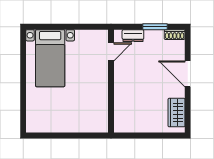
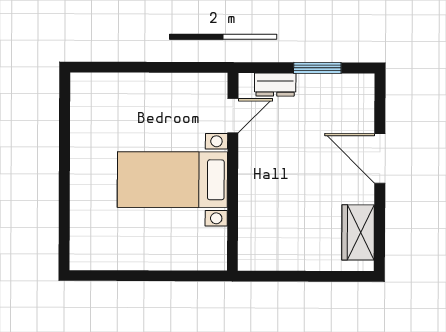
shoe rack: (175, 35) -> (355, 83), removed
bed with nightstands: (50, 58) -> (172, 180), moved, turned 90

